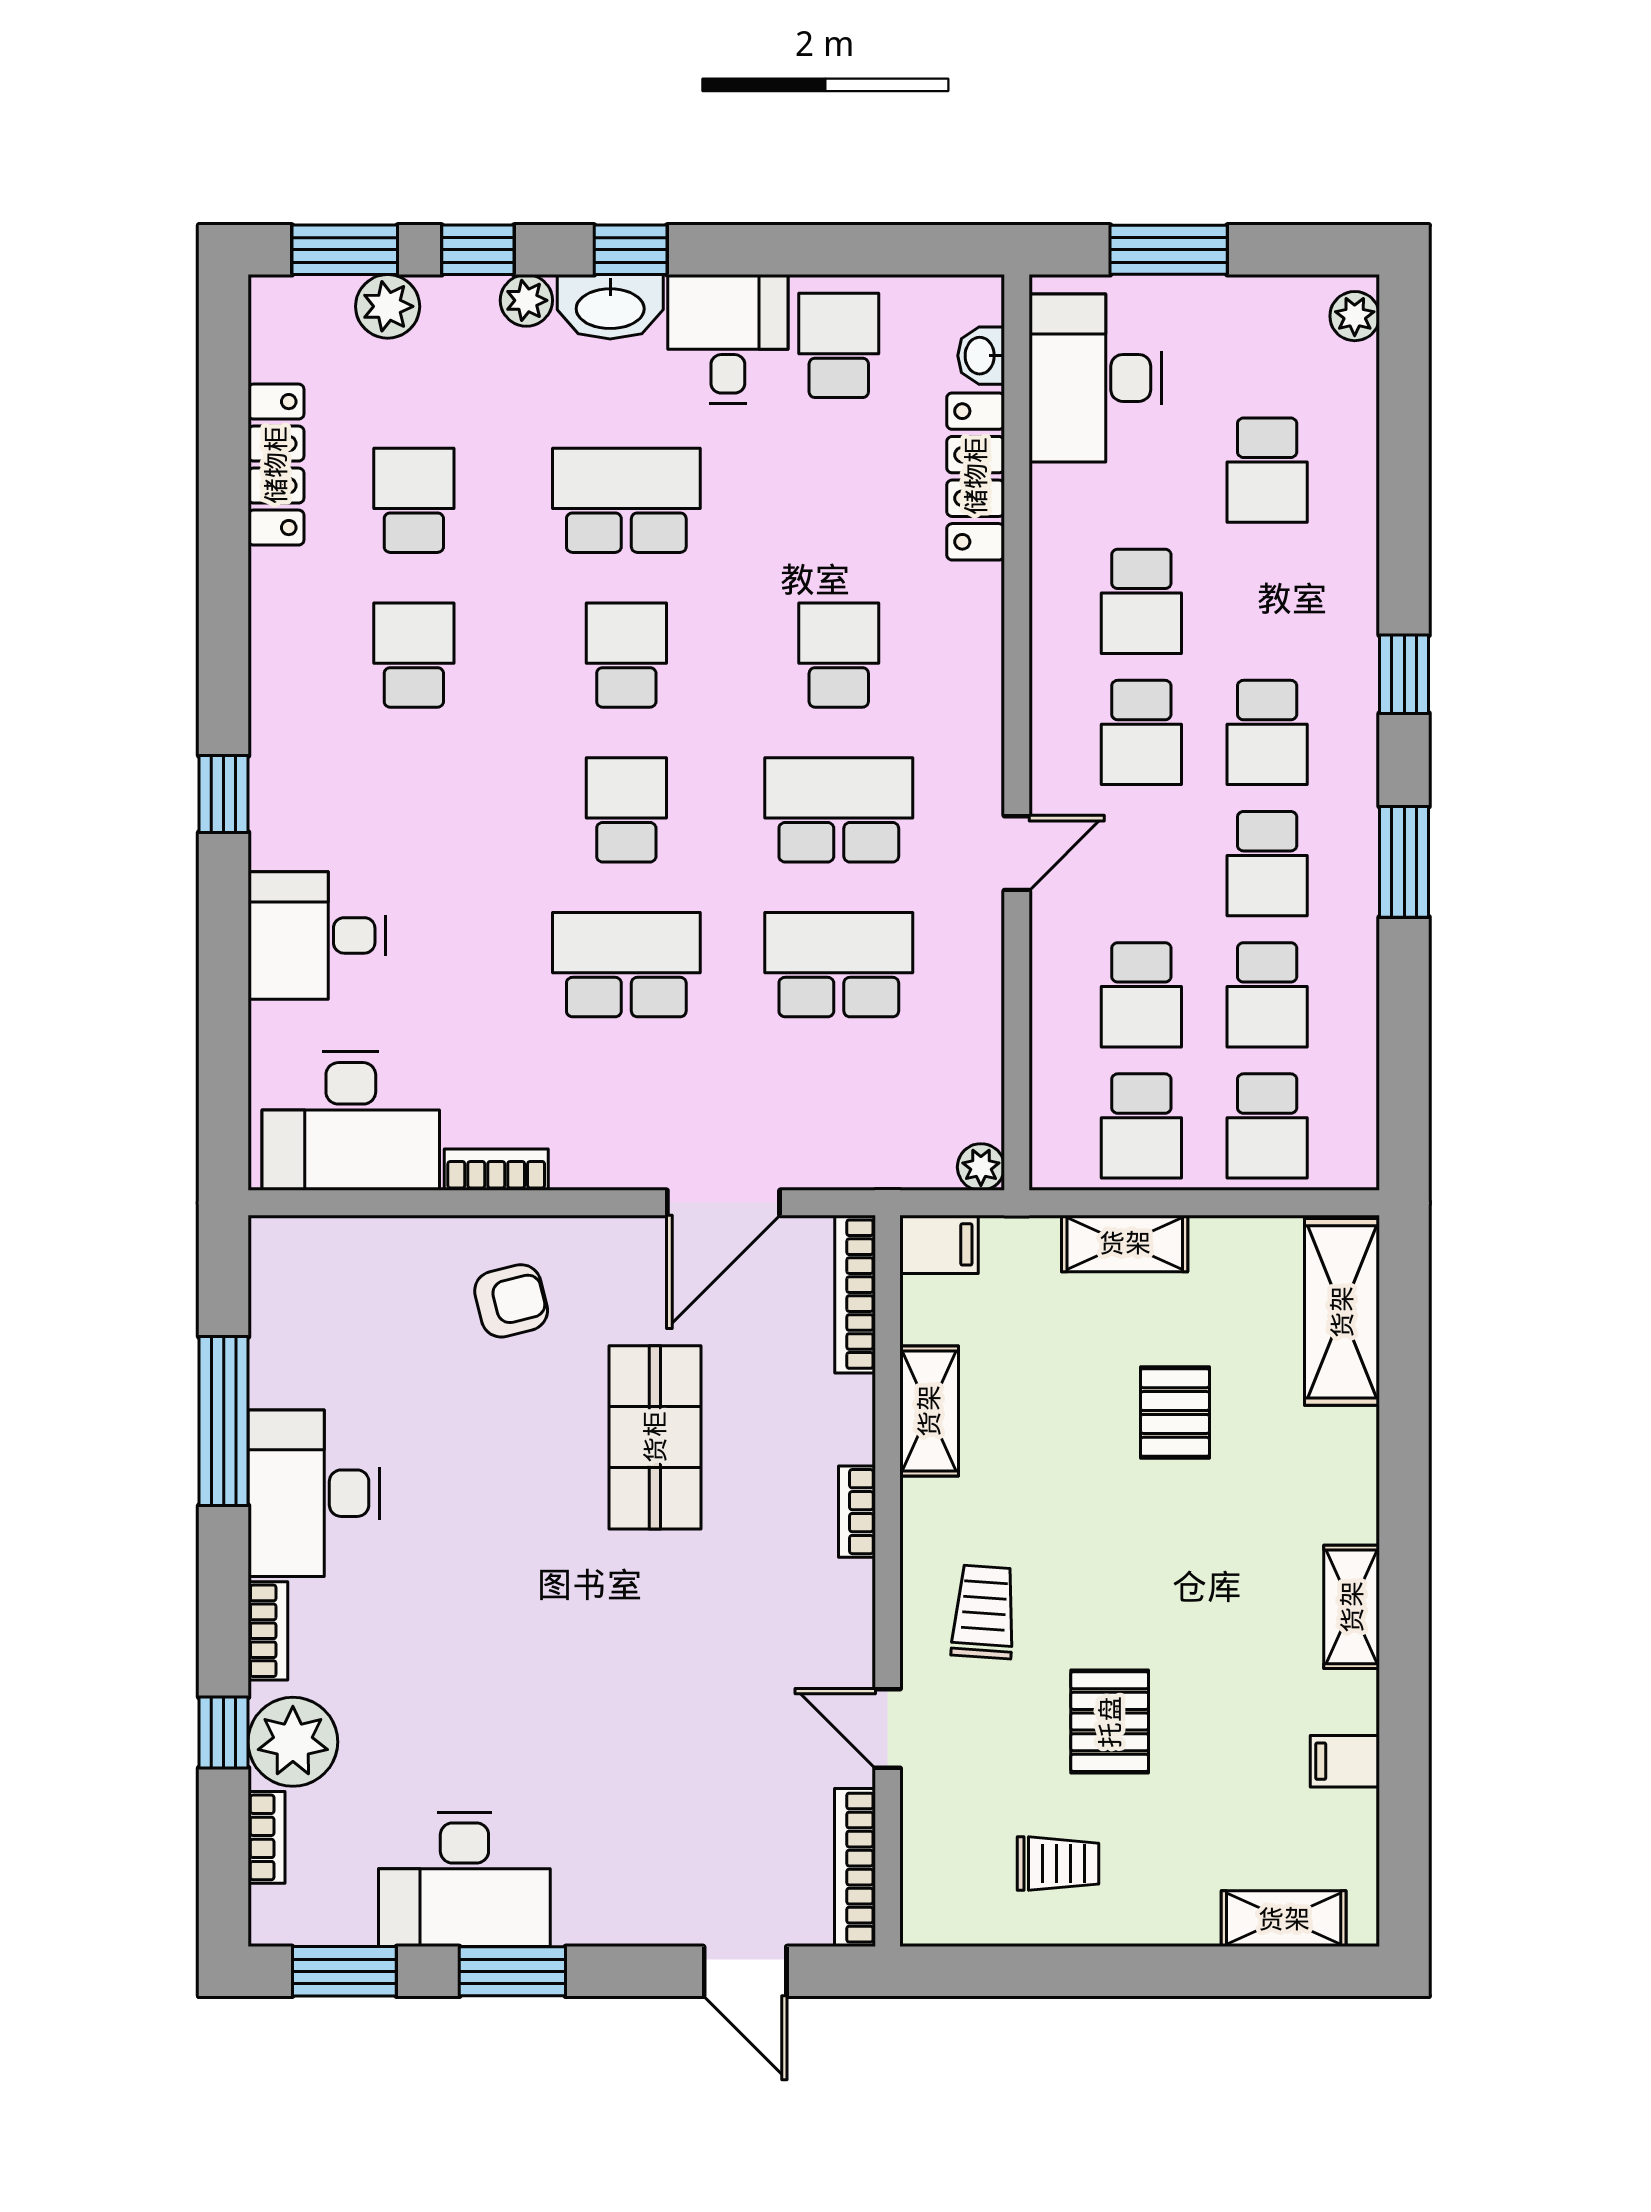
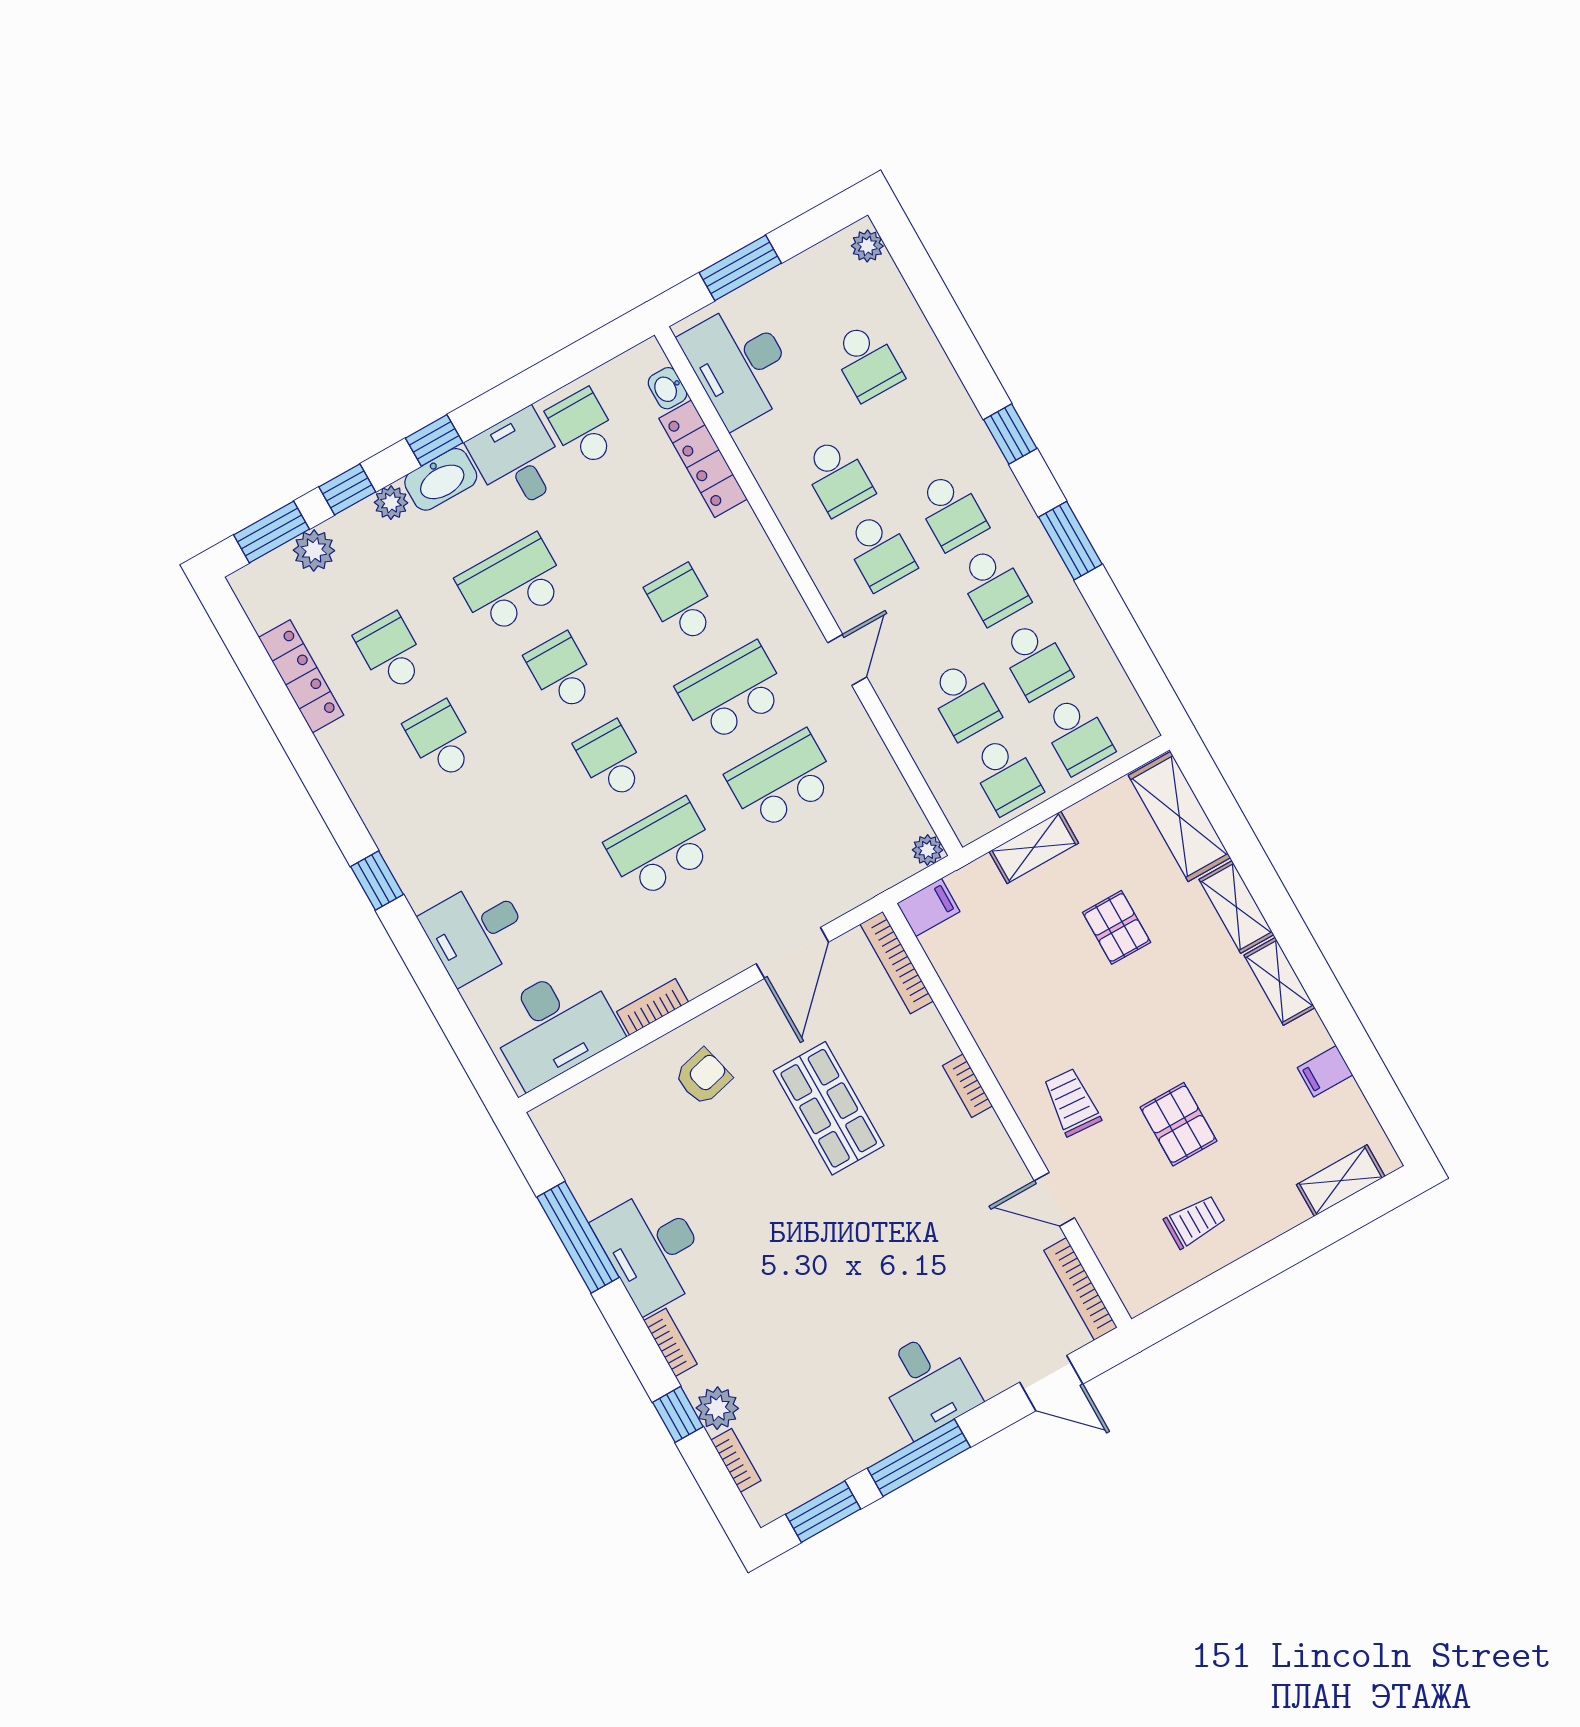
shelving: (929, 1411) -> (1236, 907), moved
plant: (293, 1742) -> (717, 1408), width x0.73, depth x0.73
desk: (464, 1879) -> (928, 1384), moved, width x0.73
window: (512, 1971) -> (919, 1458), width x1.44

